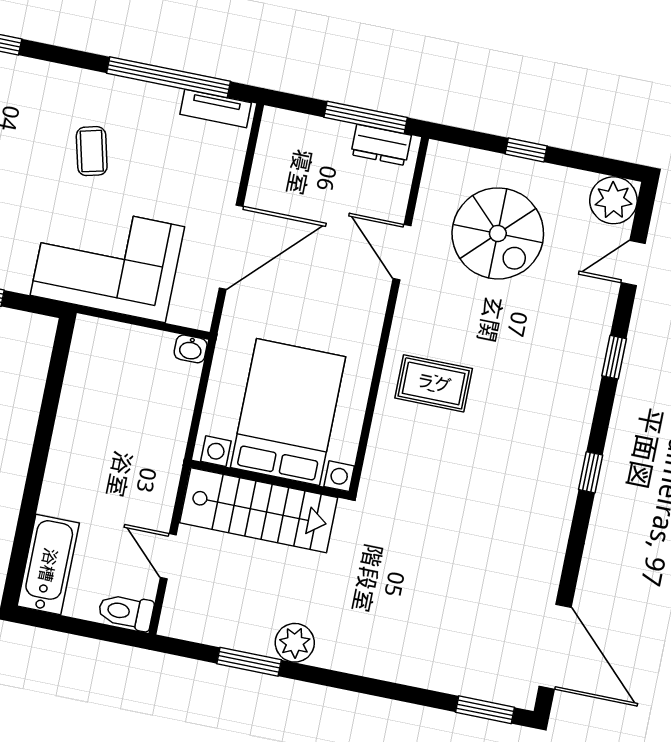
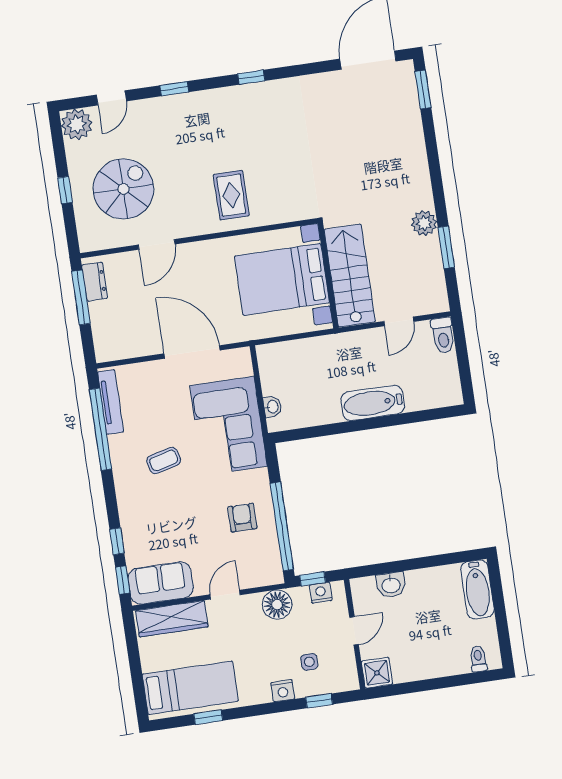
tv unit: (216, 108) -> (111, 402), width x1.41
door: (633, 263) -> (111, 98), hinge flipped
washbasin: (191, 349) -> (272, 407), moved
bathtub: (48, 565) -> (373, 403), moved

